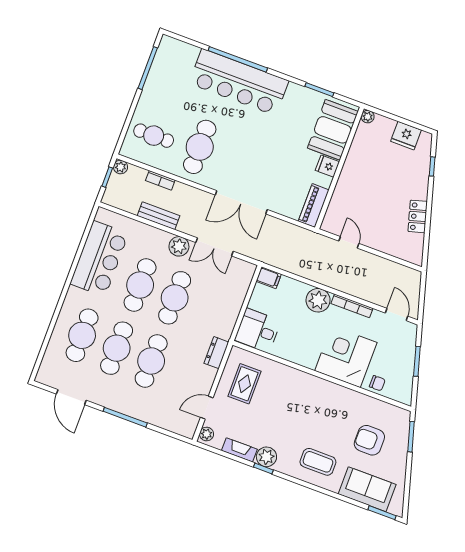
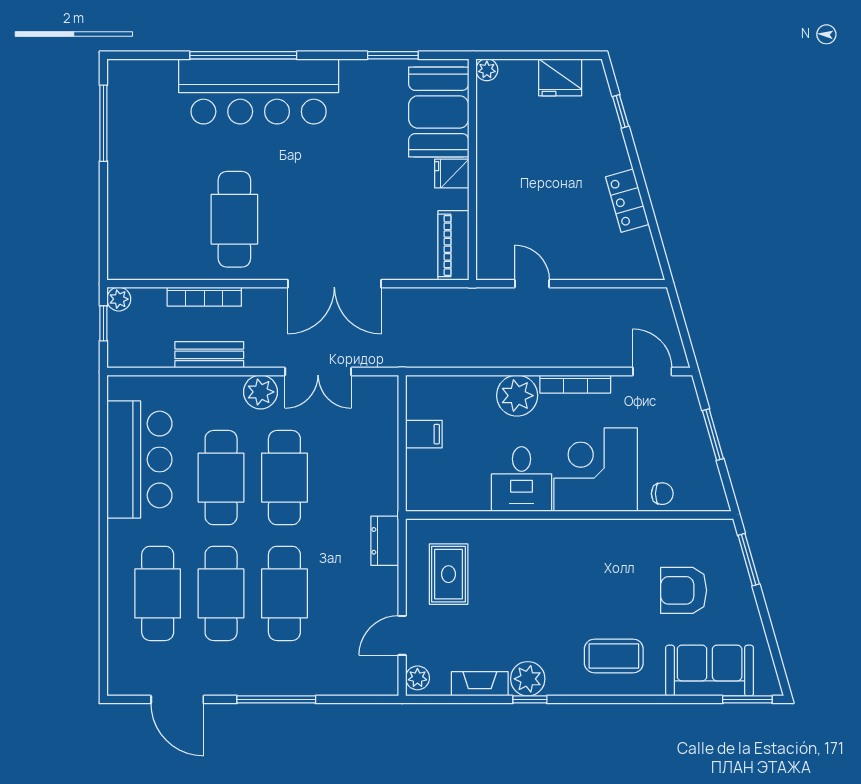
cafe table: (154, 136) -> (153, 229), removed
bookcase: (160, 180) -> (204, 297), width x1.56
filing cabinet: (269, 278) -> (424, 434), moved
desk: (258, 330) -> (521, 479), moved, turned -90

